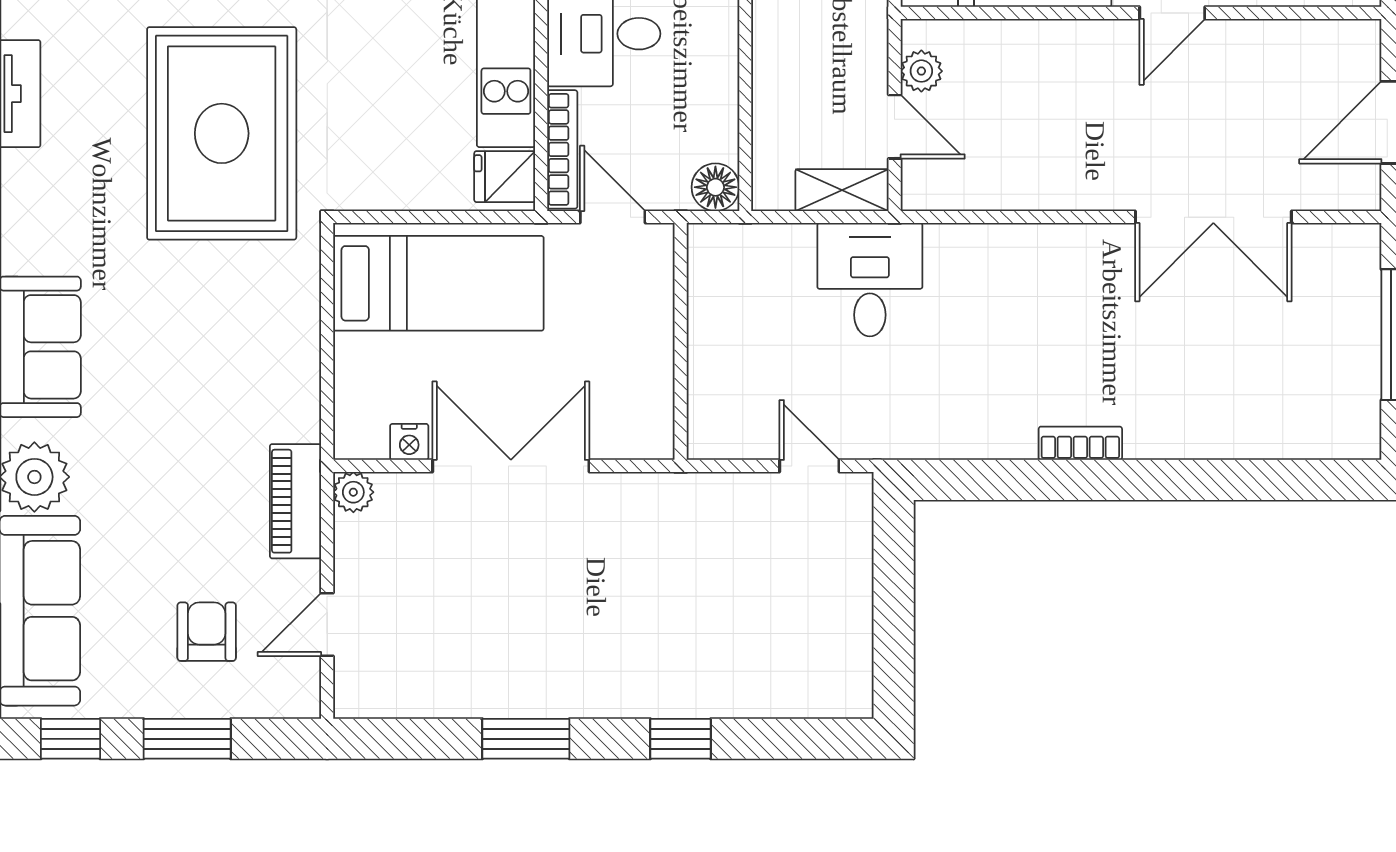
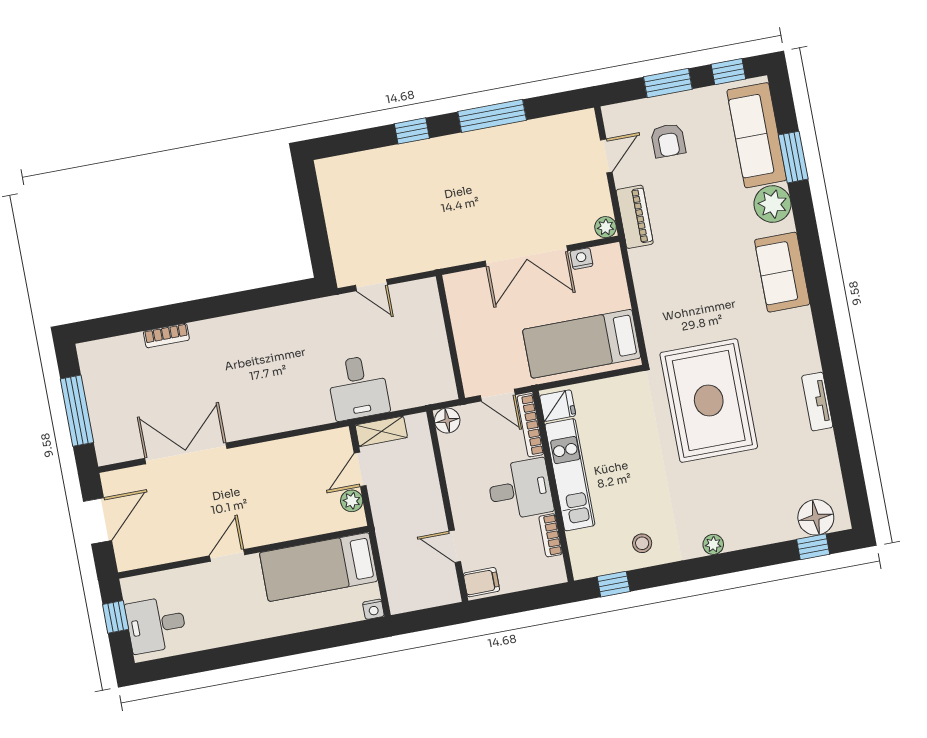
door: (895, 127) -> (360, 469), hinge flipped
bookcase: (1080, 443) -> (166, 336), moved
window: (526, 739) -> (492, 116), width x1.44

